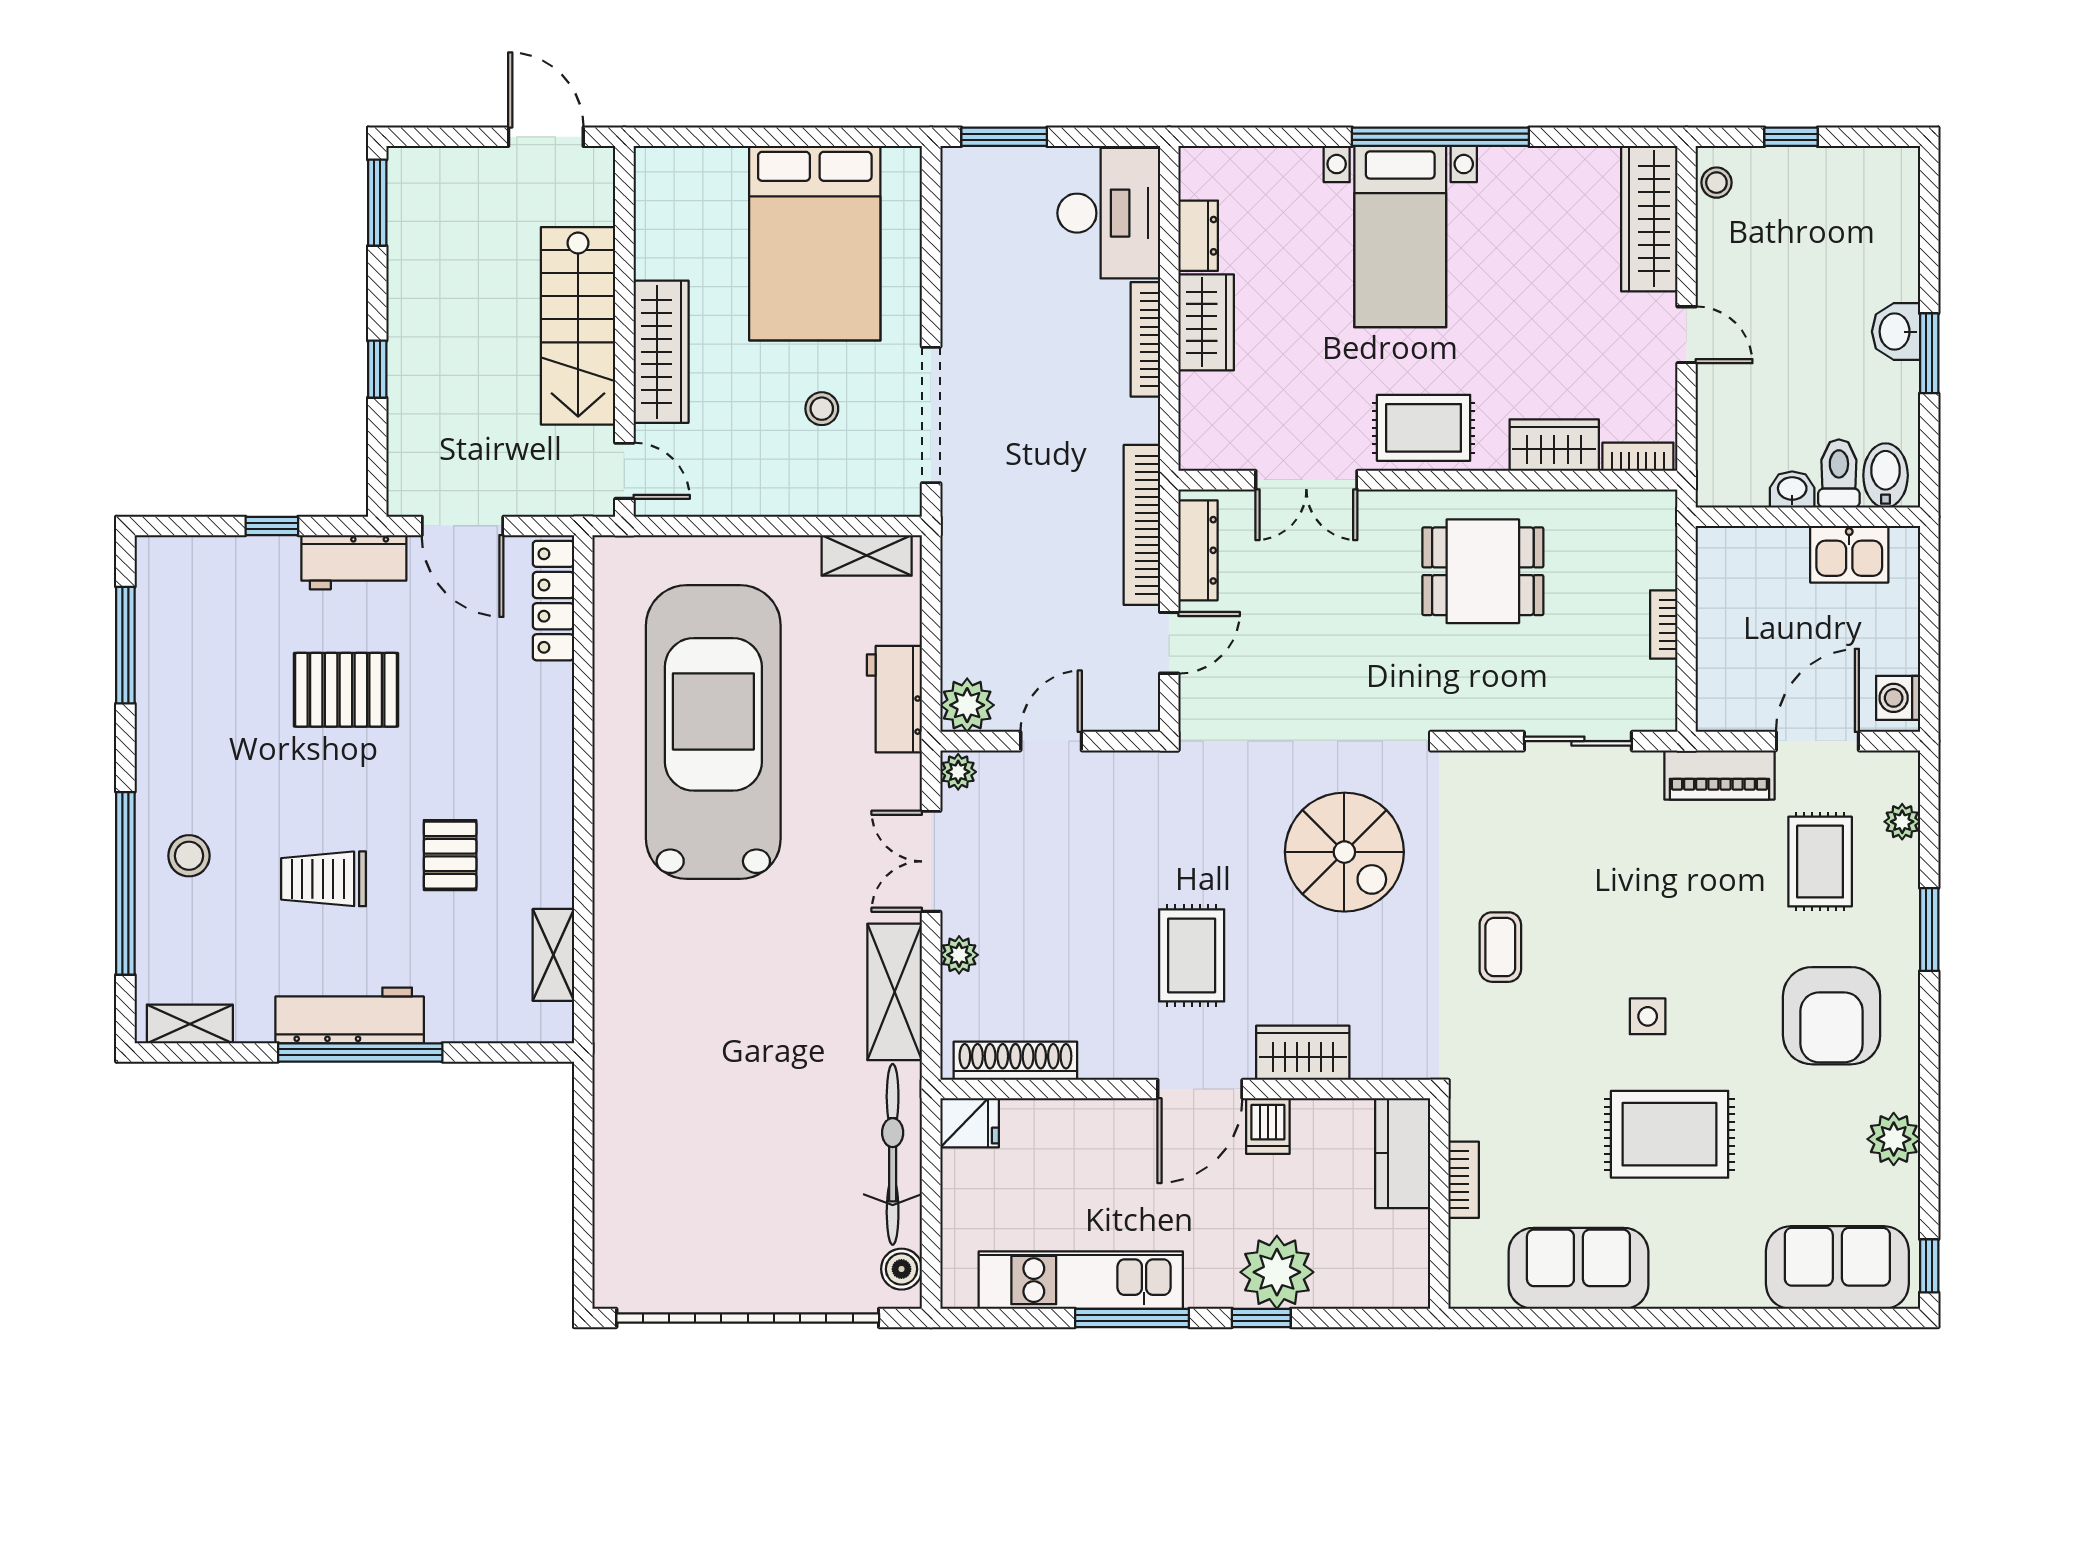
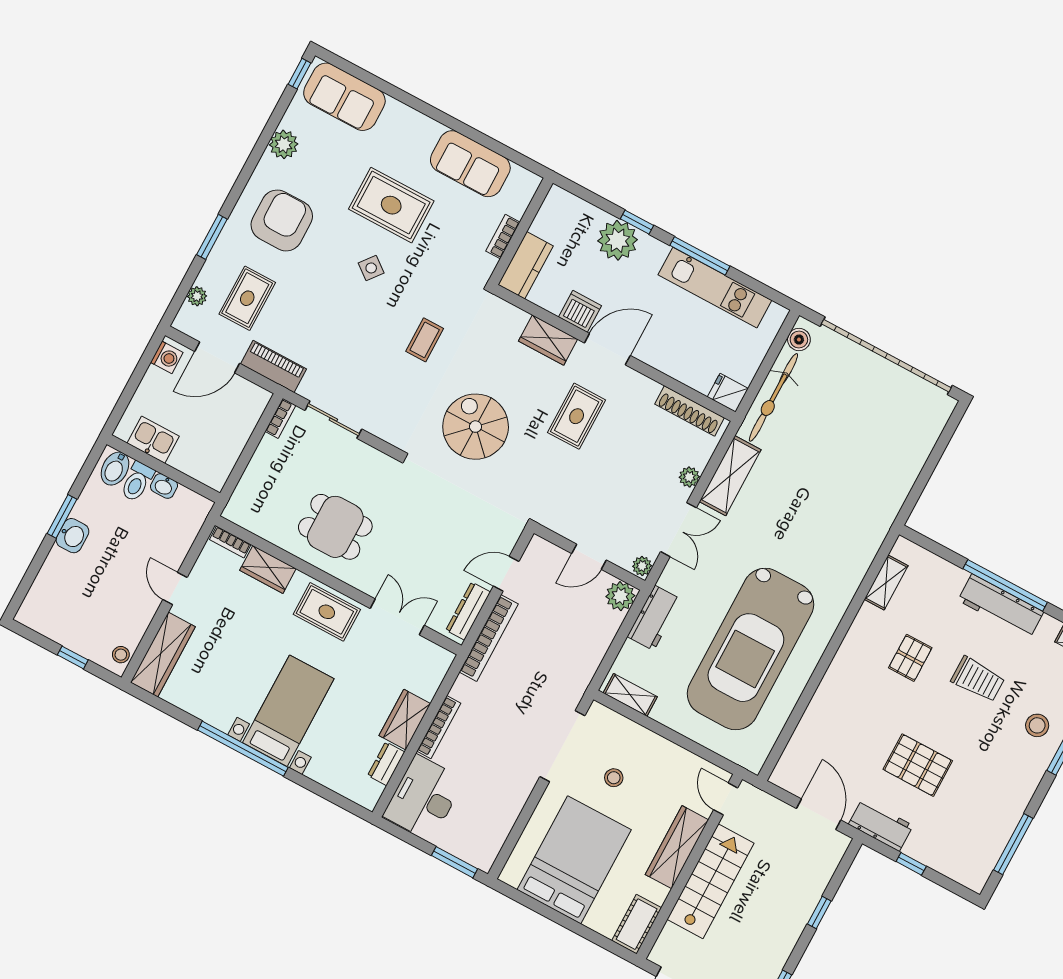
cot: (660, 194) -> (637, 924), added
locker: (553, 601) -> (794, 754), removed
bookcase: (1664, 624) -> (280, 418), moved
side table: (1648, 1016) -> (371, 268), turned 38
dishwasher: (1268, 1126) -> (580, 311), width x1.38

